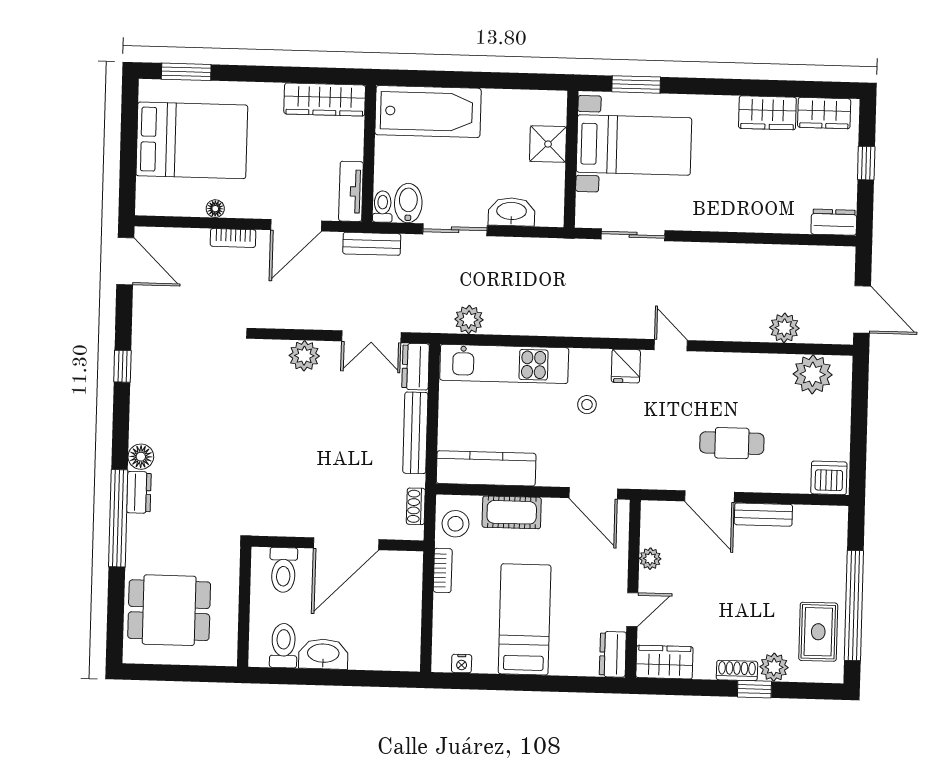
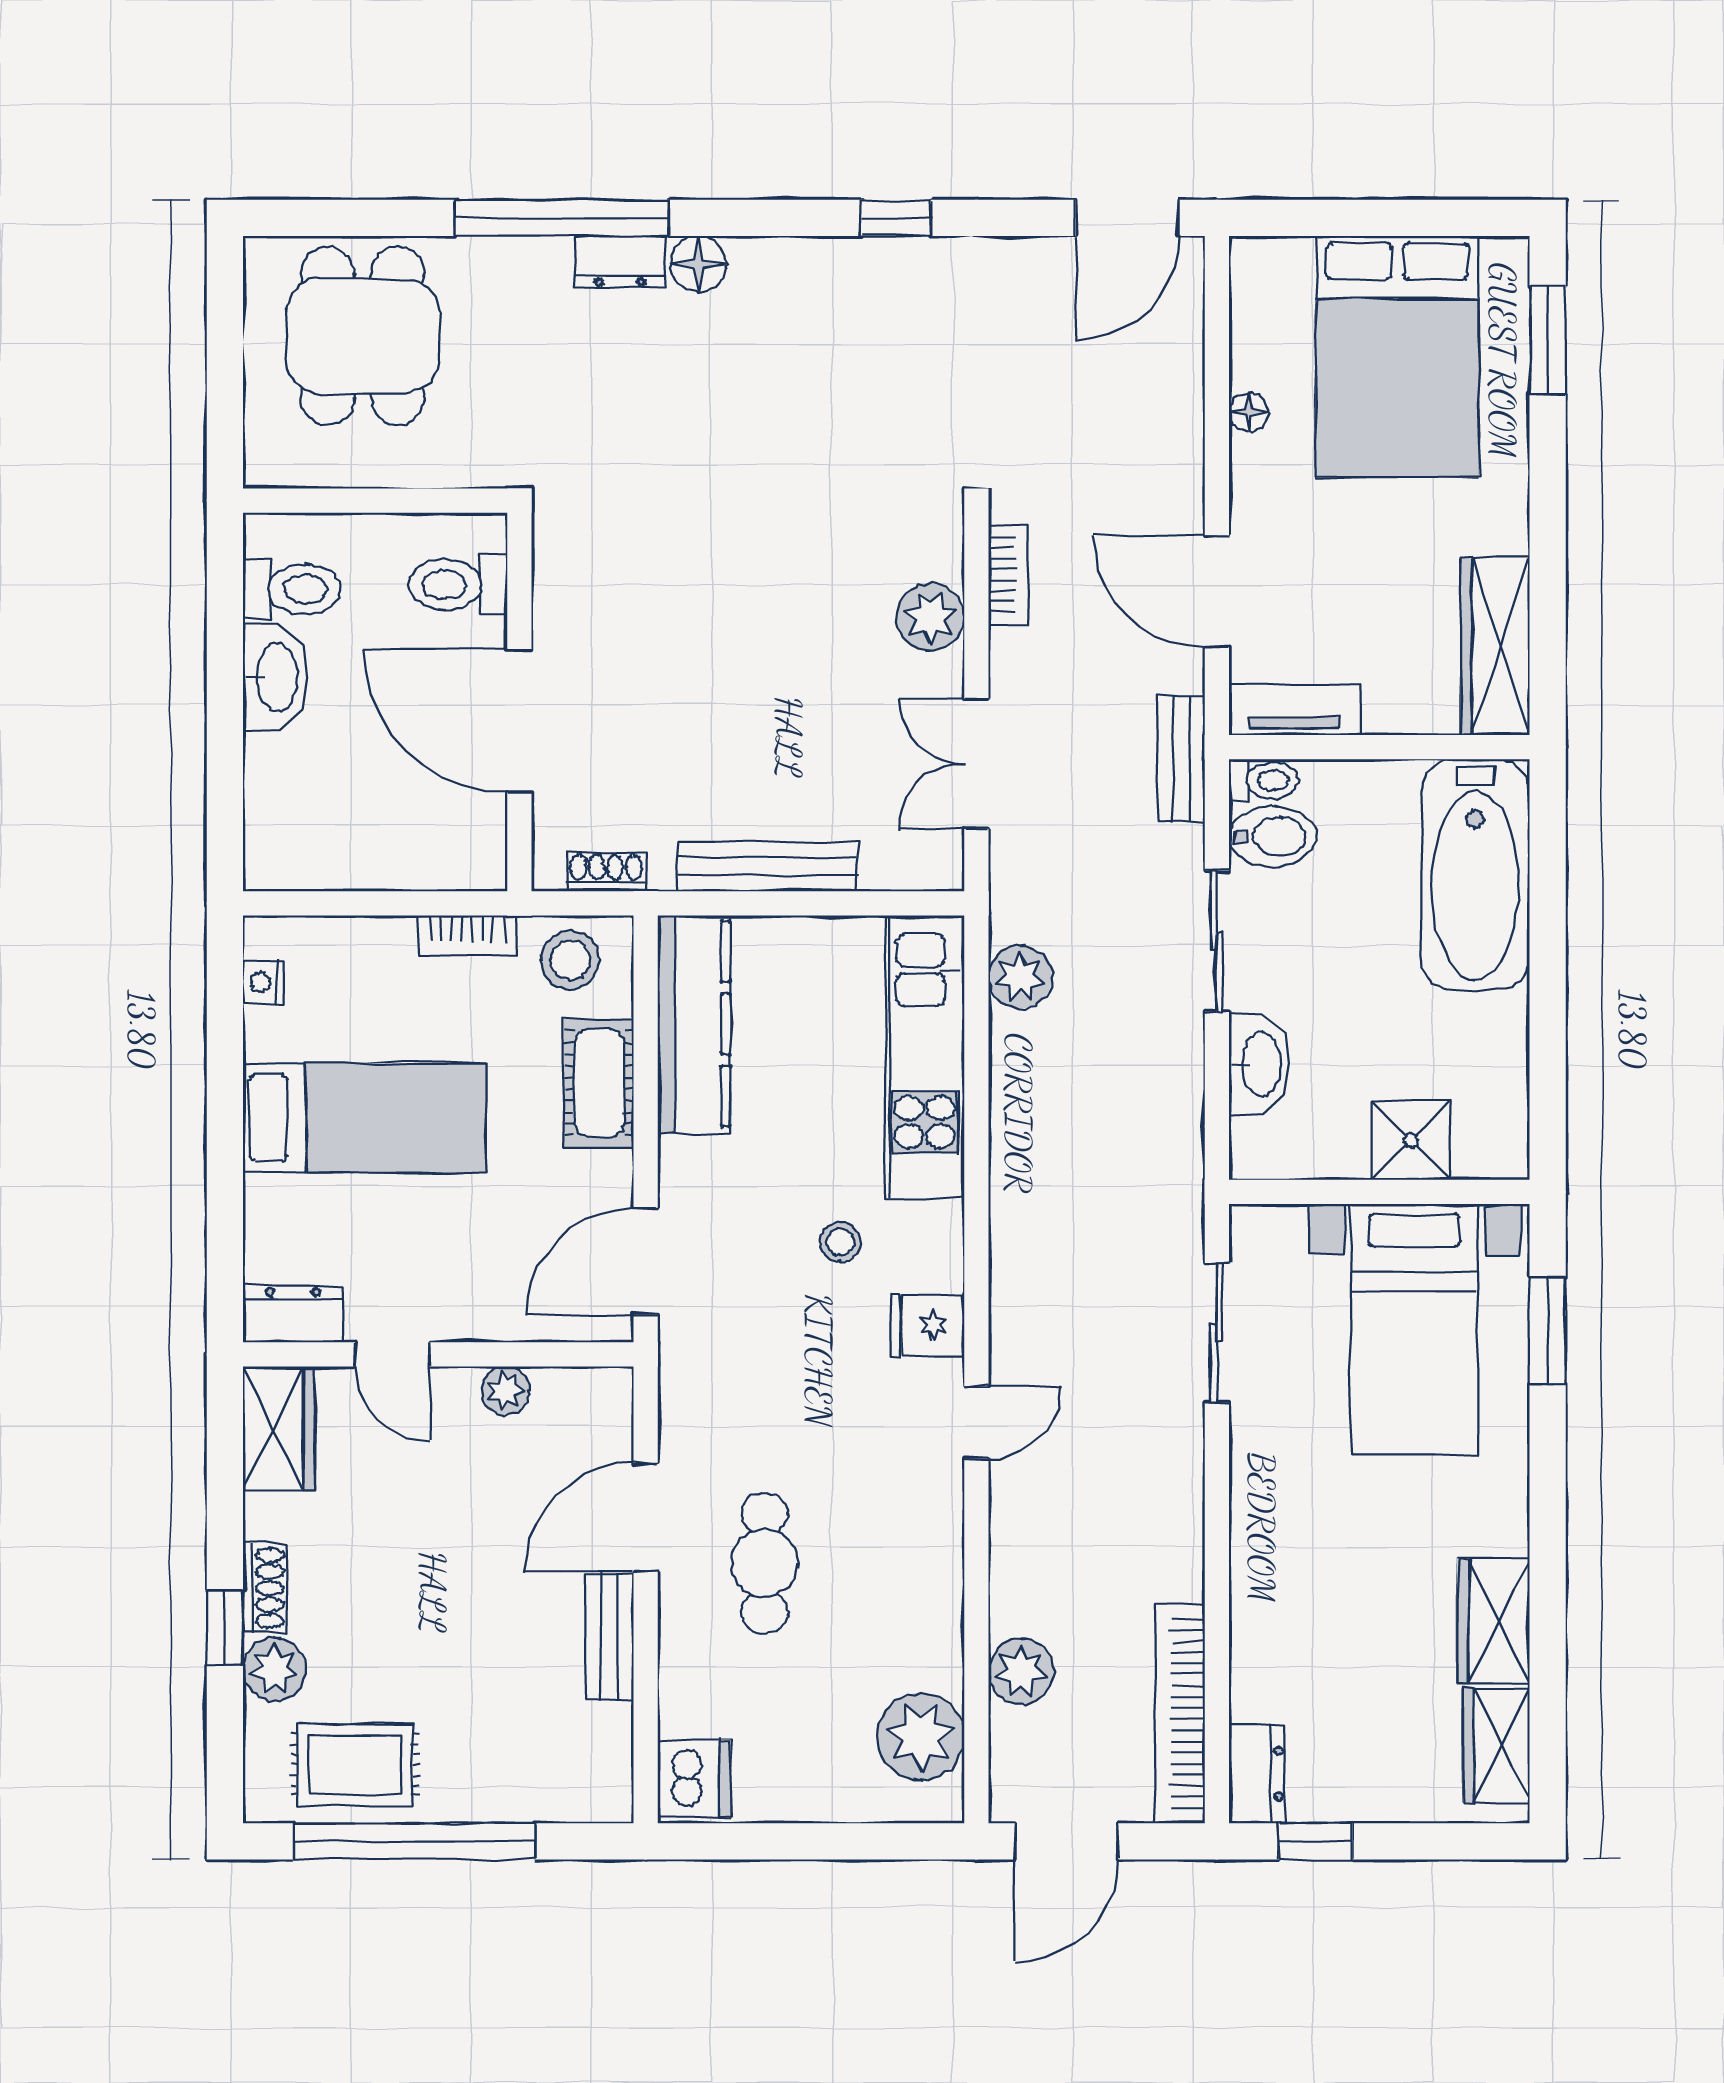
window: (866, 163) -> (1316, 1841), moved
bookcase: (233, 238) -> (1008, 575), moved, turned 180
bookcase: (806, 256) -> (1180, 1714), added
dresser: (416, 367) -> (913, 863), removed

